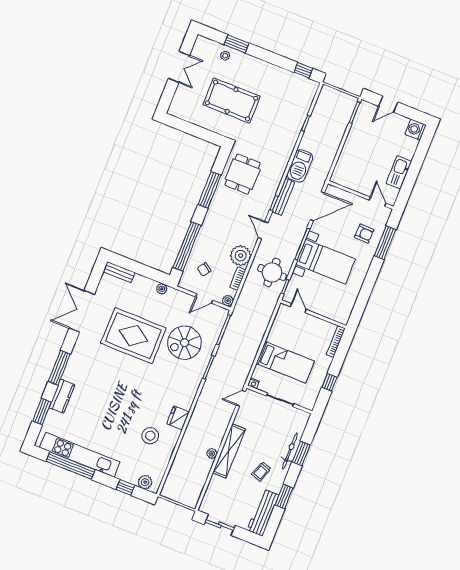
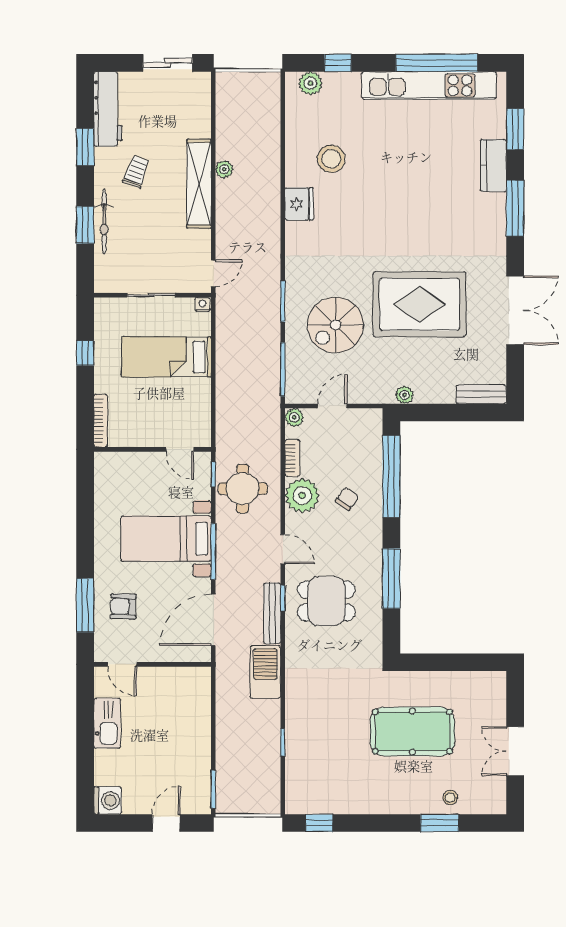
dining table: (243, 174) -> (326, 601), moved, turned 90
chair: (204, 269) -> (347, 499), moved
spiral stairs: (185, 343) -> (336, 325), turned 180

